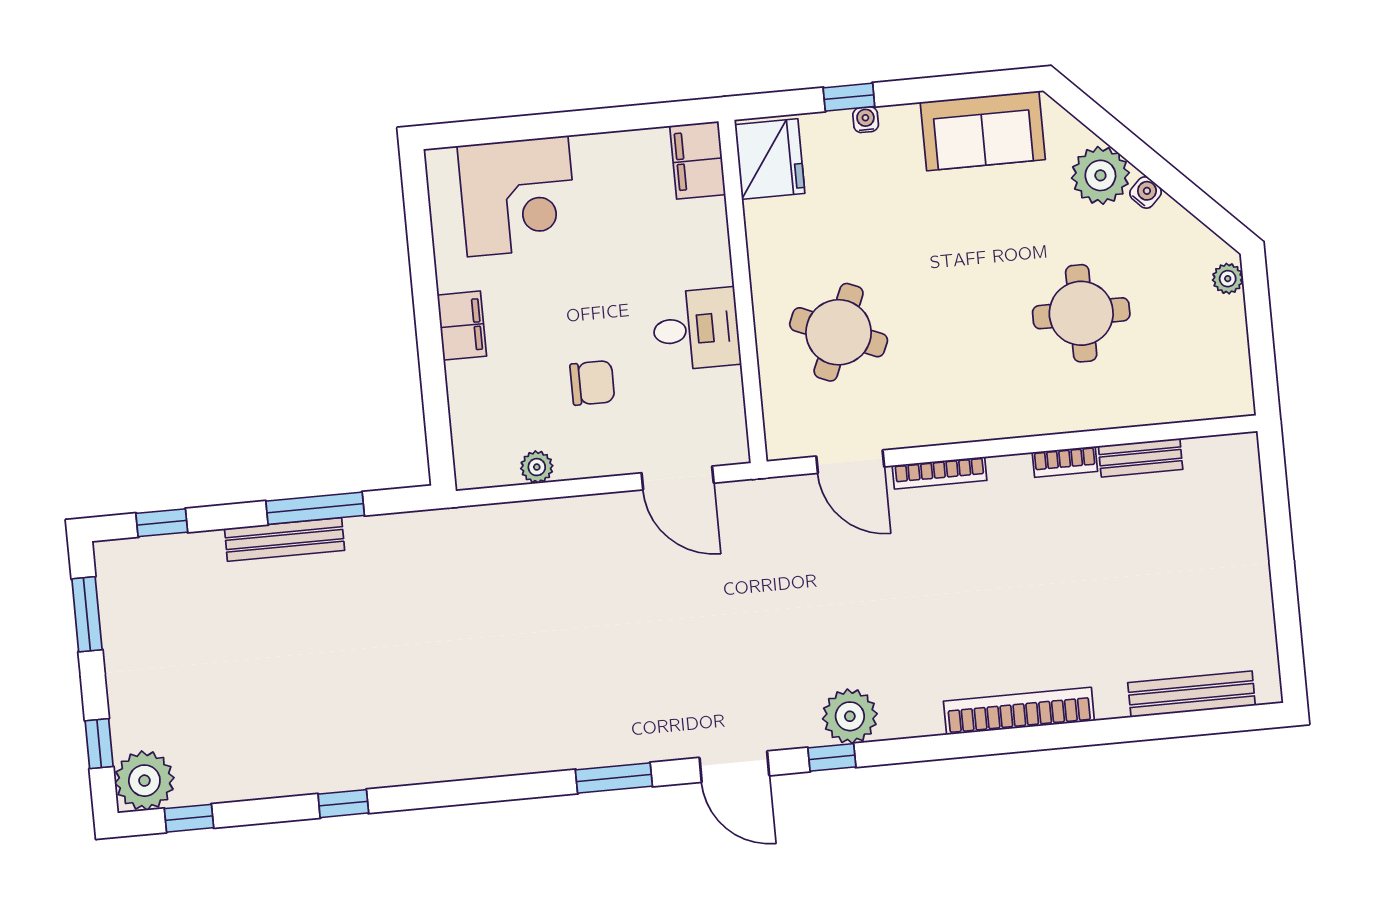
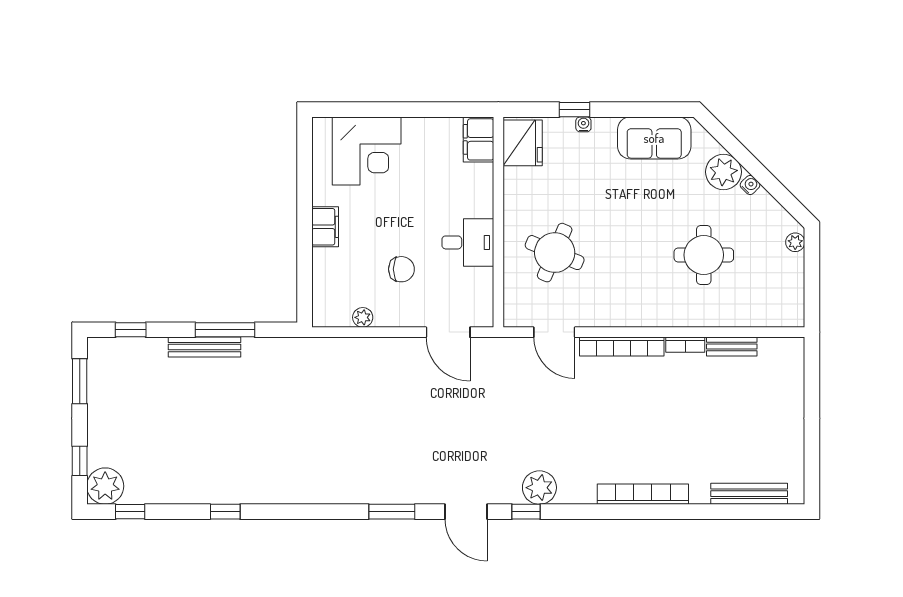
bookcase: (940, 473) -> (622, 347), width x1.48, depth x1.31

